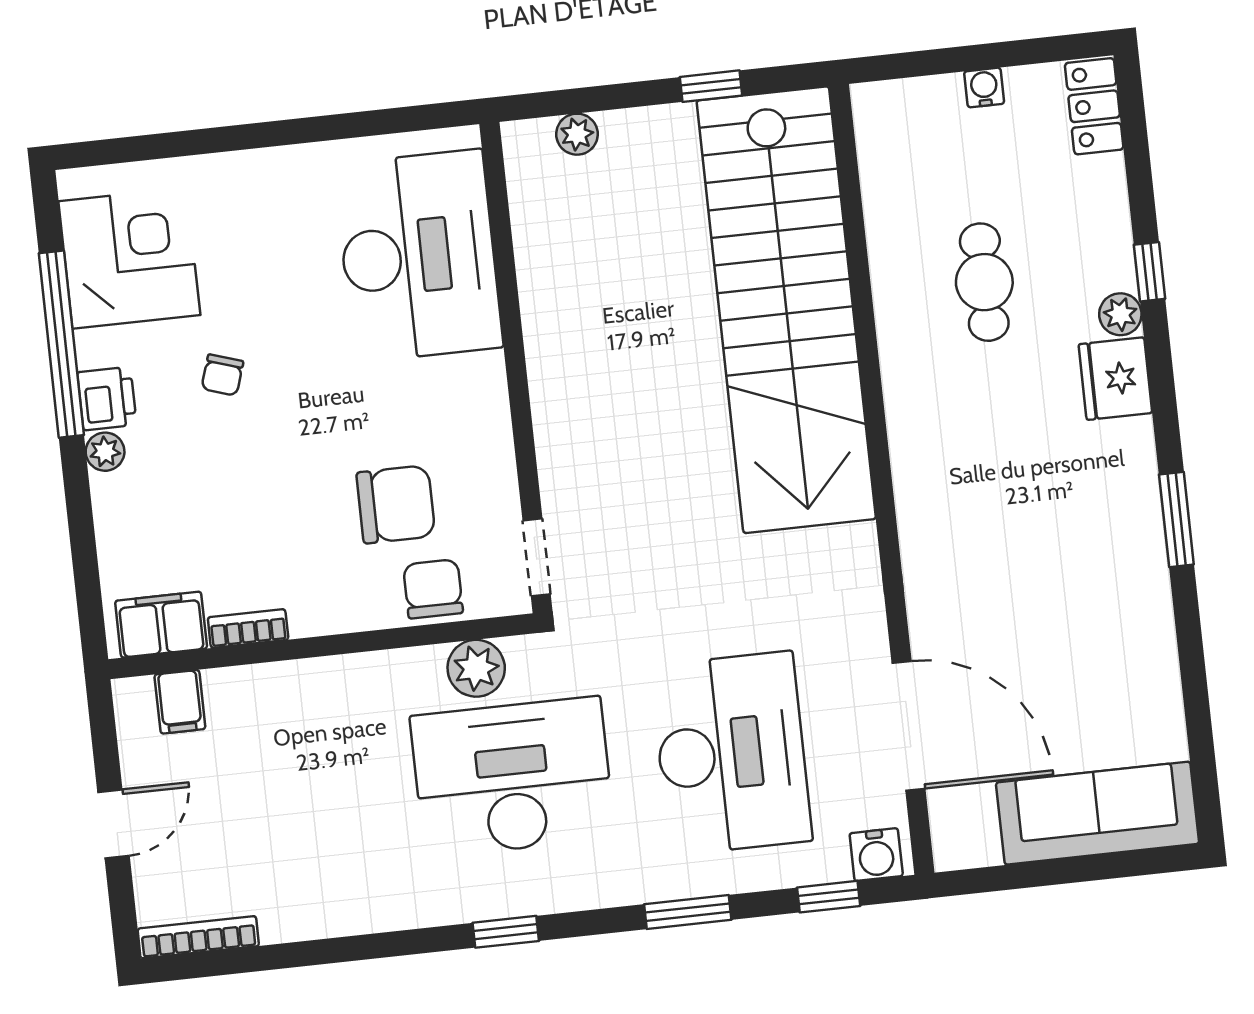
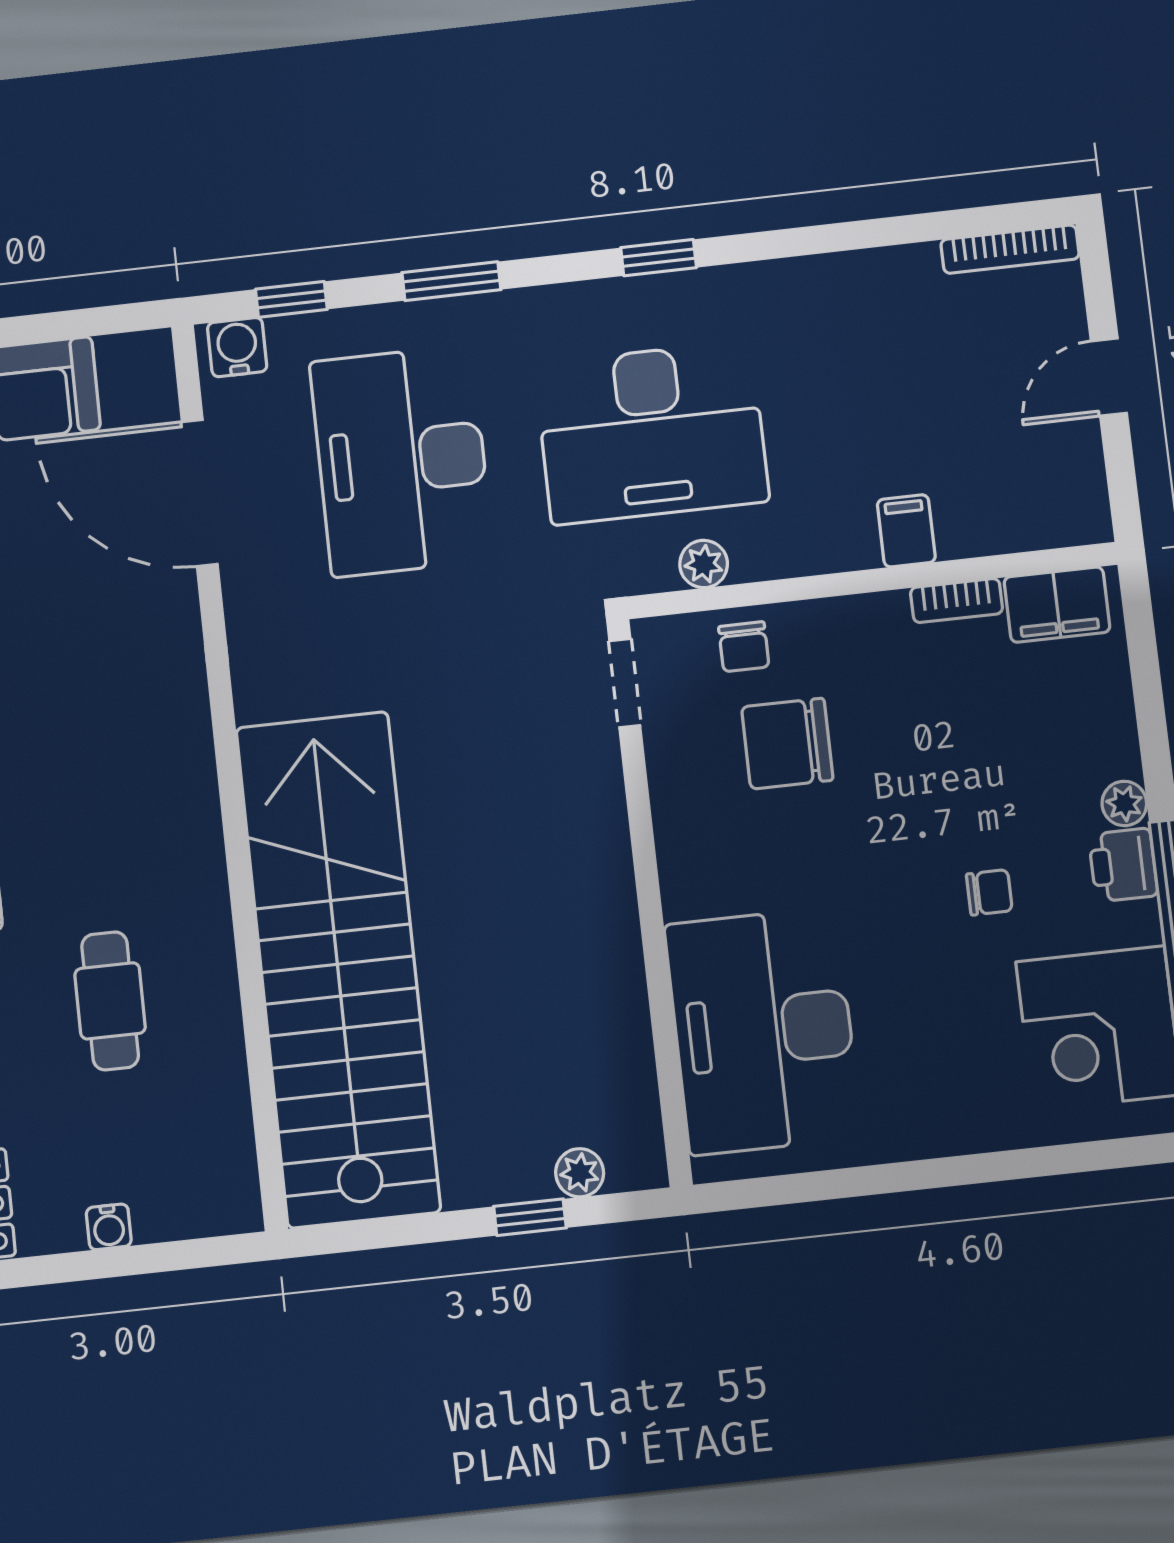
window: (711, 86) -> (530, 1217), moved
chair: (222, 375) -> (989, 892), turned 72
chair: (433, 589) -> (744, 647), width x0.73, depth x0.73
plant: (476, 668) -> (704, 564), width x0.73, depth x0.73
filing cabinet: (180, 702) -> (906, 531), moved

